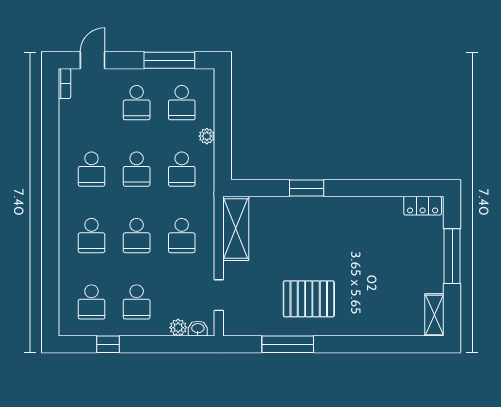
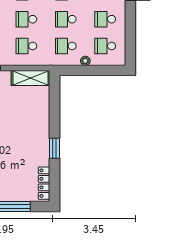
window: (169, 60) -> (130, 39), removed
window: (307, 188) -> (54, 148), moved
locker: (423, 206) -> (44, 183), width x1.53

